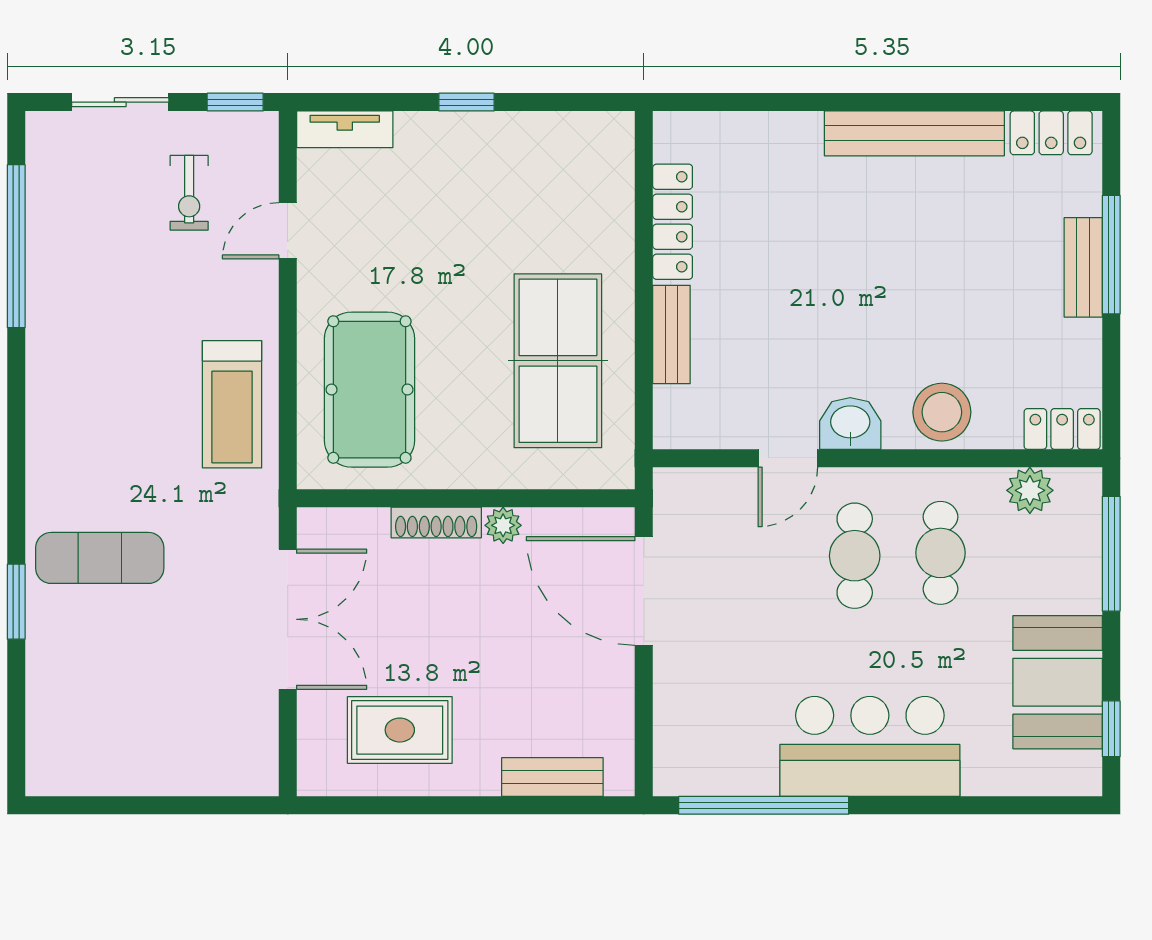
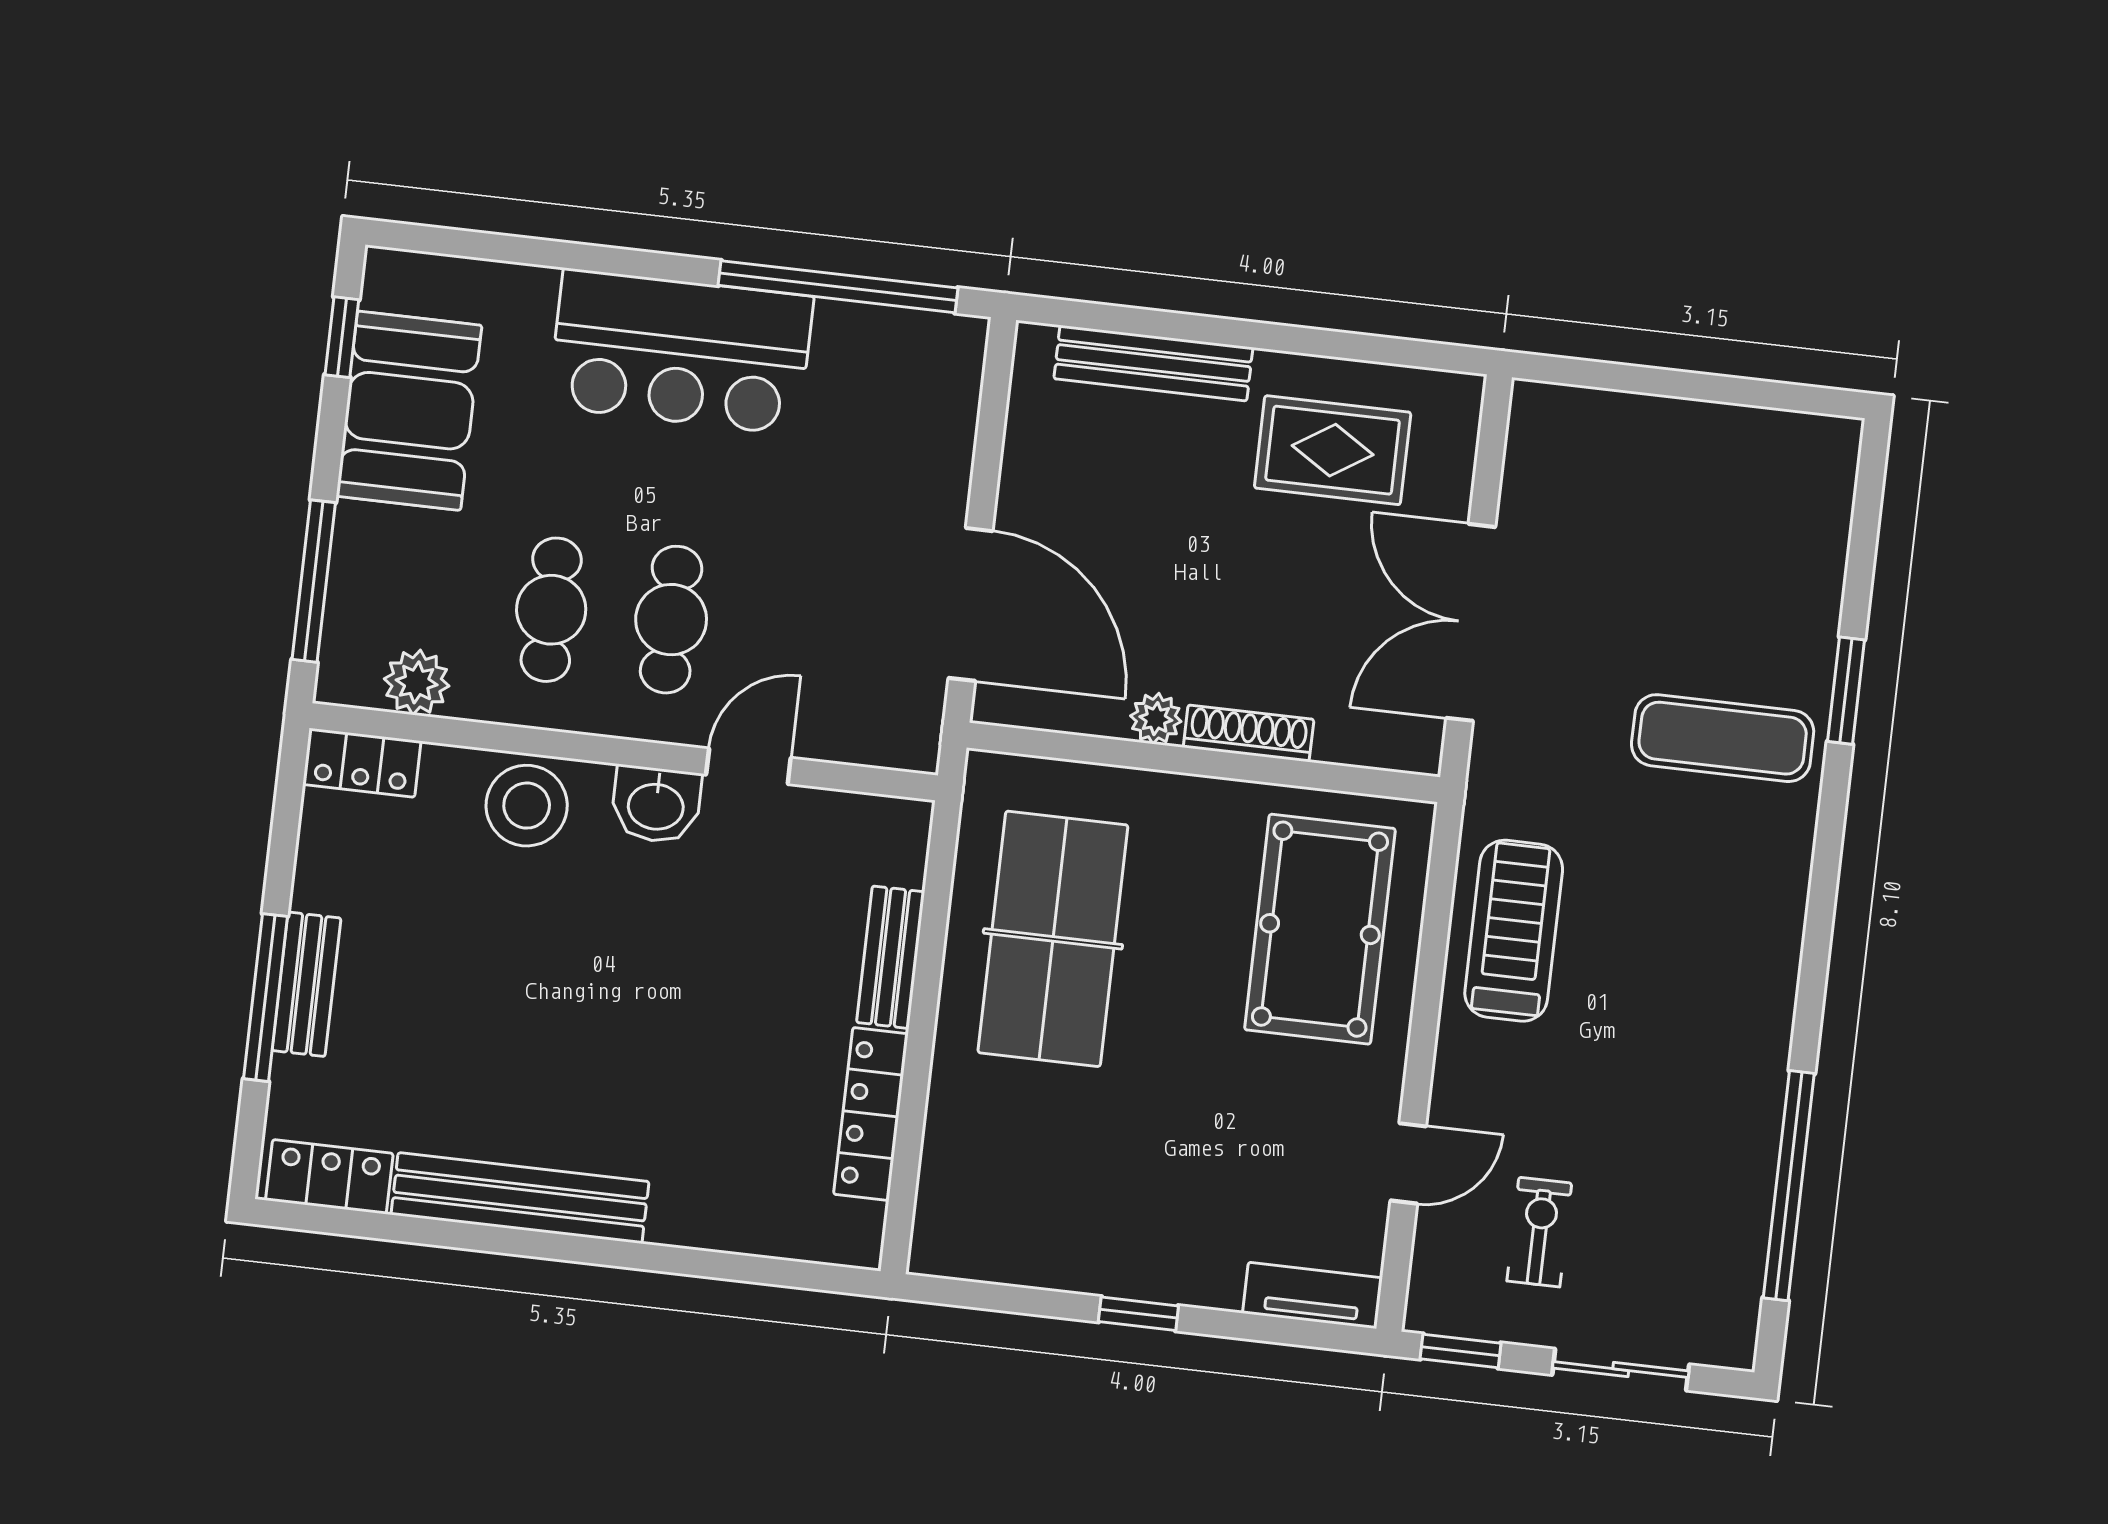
bench: (552, 777) -> (1153, 363), width x1.36

